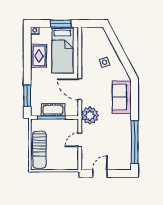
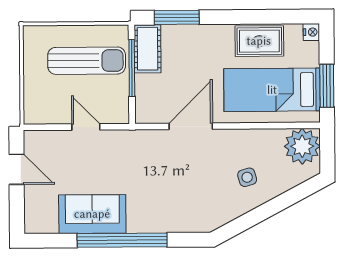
sofa: (122, 97) -> (92, 214), moved
cot: (53, 110) -> (148, 49), moved
plant: (90, 115) -> (302, 146), moved
window: (135, 142) -> (122, 240), moved
sun lounger: (39, 150) -> (87, 61), moved, turned 180

